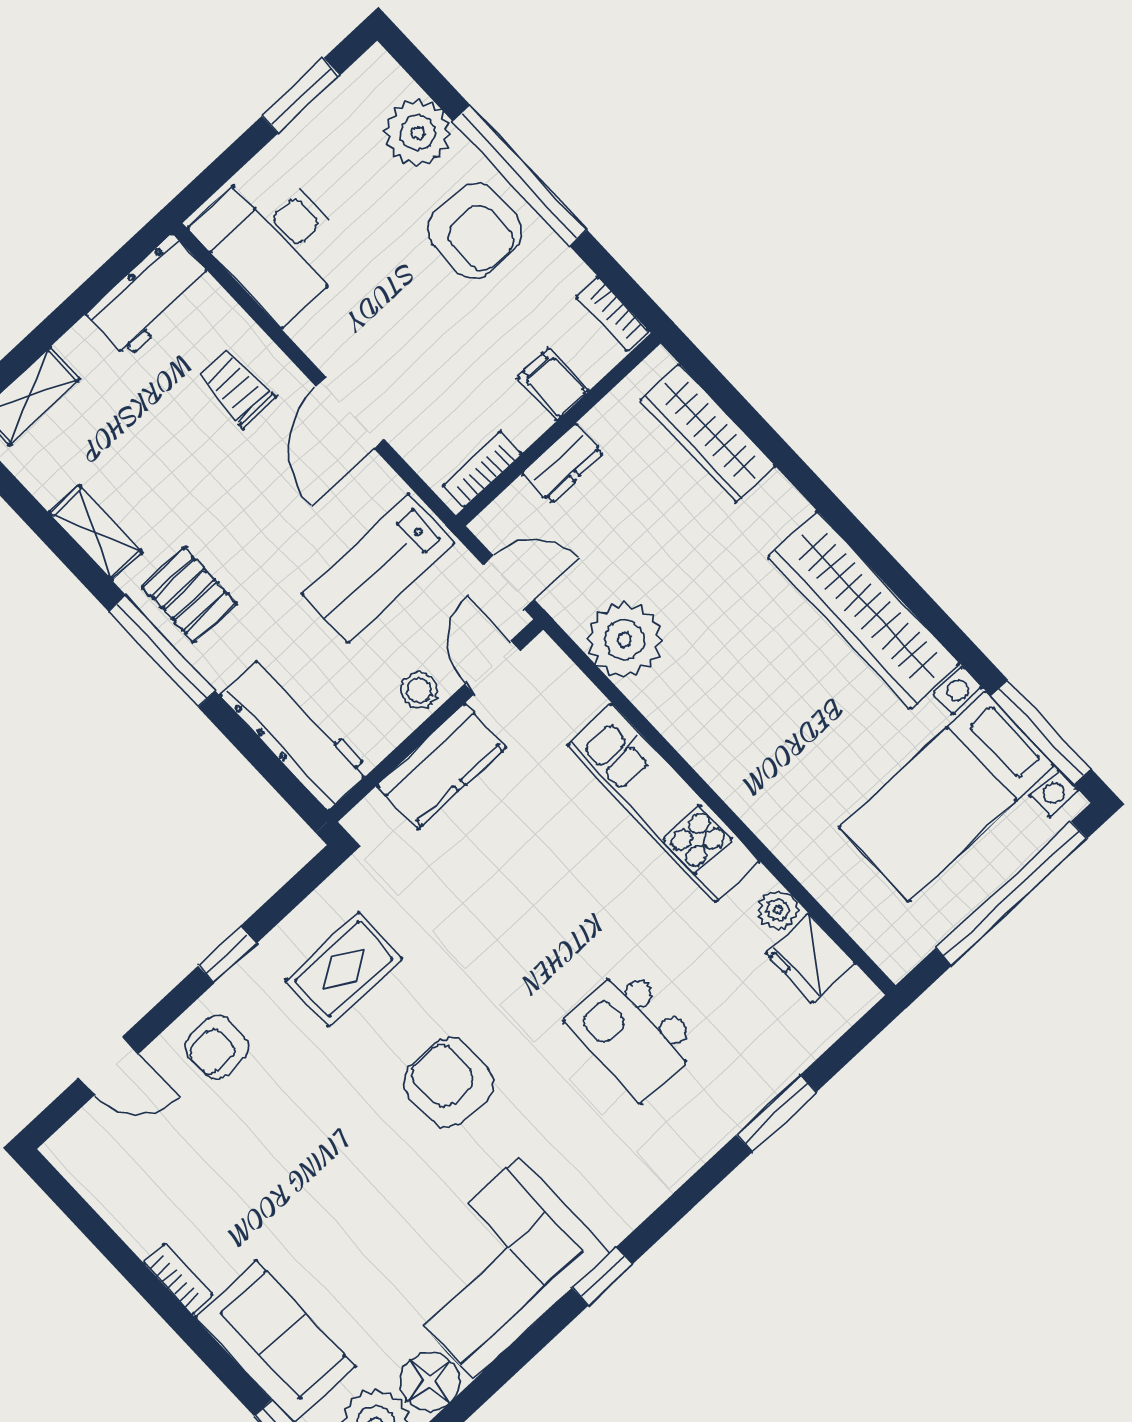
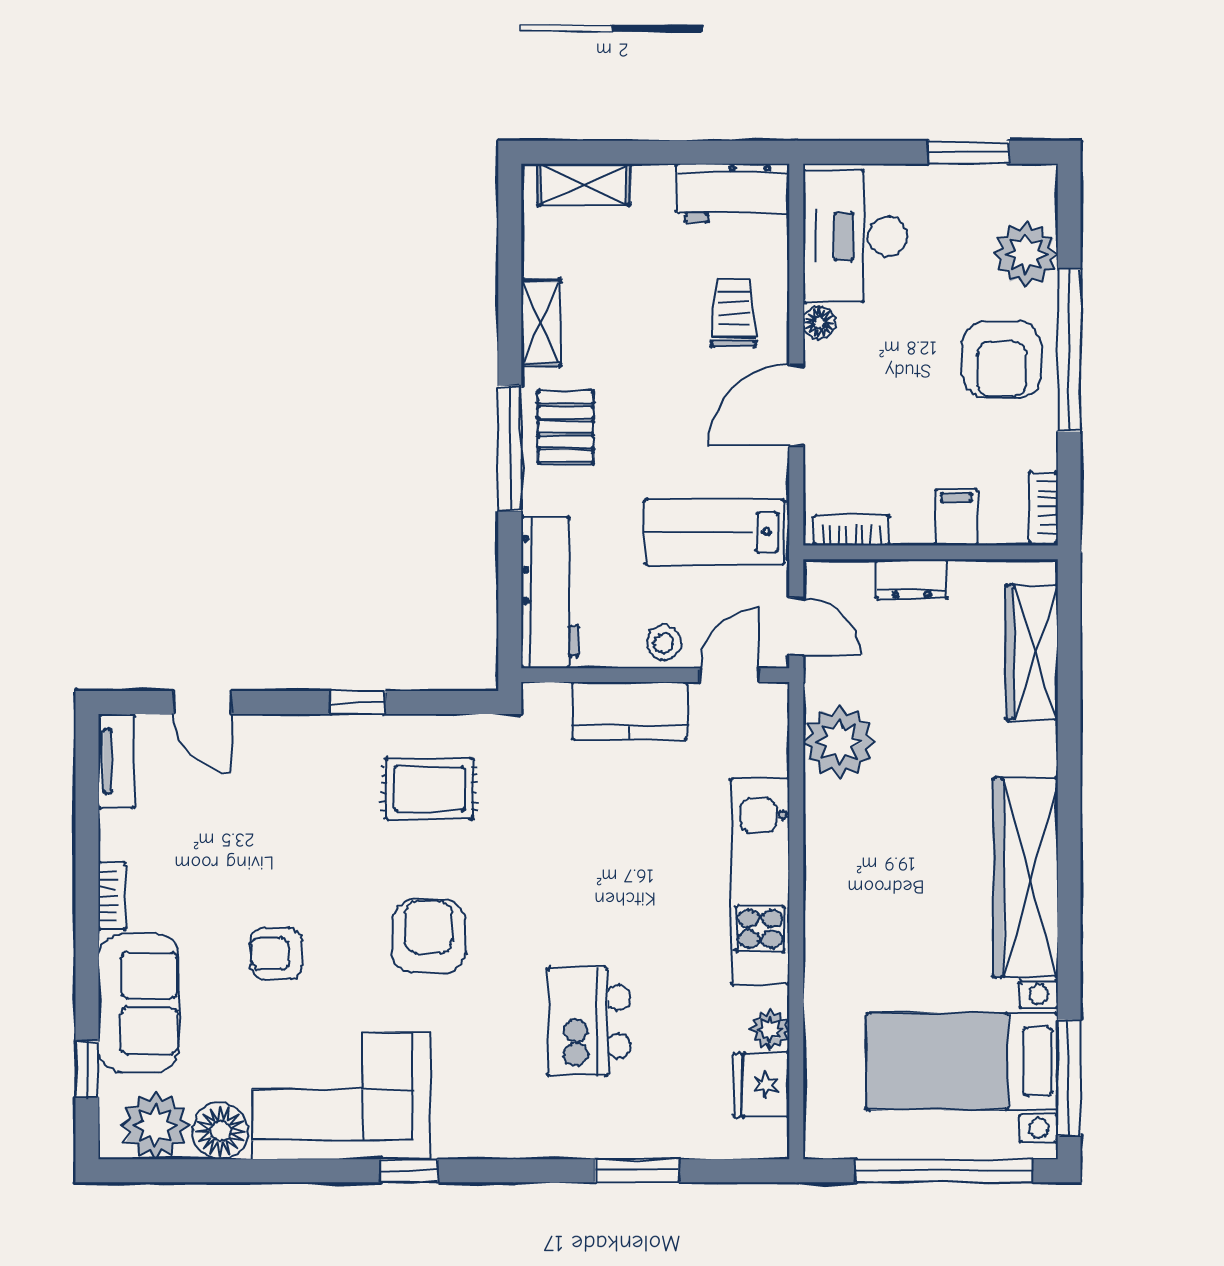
floor lamp: (309, 333) -> (819, 323), added
armchair: (217, 1047) -> (276, 954), moved
tv unit: (85, 1172) -> (116, 761), added

